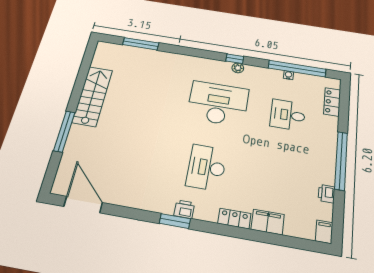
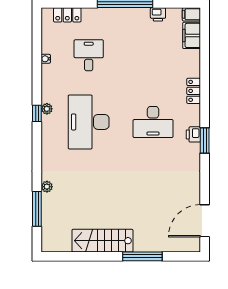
plant: (160, 56) -> (47, 187), added
window: (297, 69) -> (37, 51), removed
desk: (288, 115) -> (89, 55), turned 180
filing cabinet: (268, 222) -> (192, 35), moved

